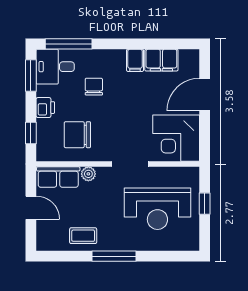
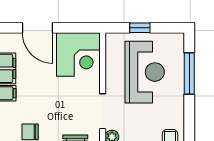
doorway: (130, 164) -> (103, 111), moved
window: (114, 256) -> (189, 74), moved

